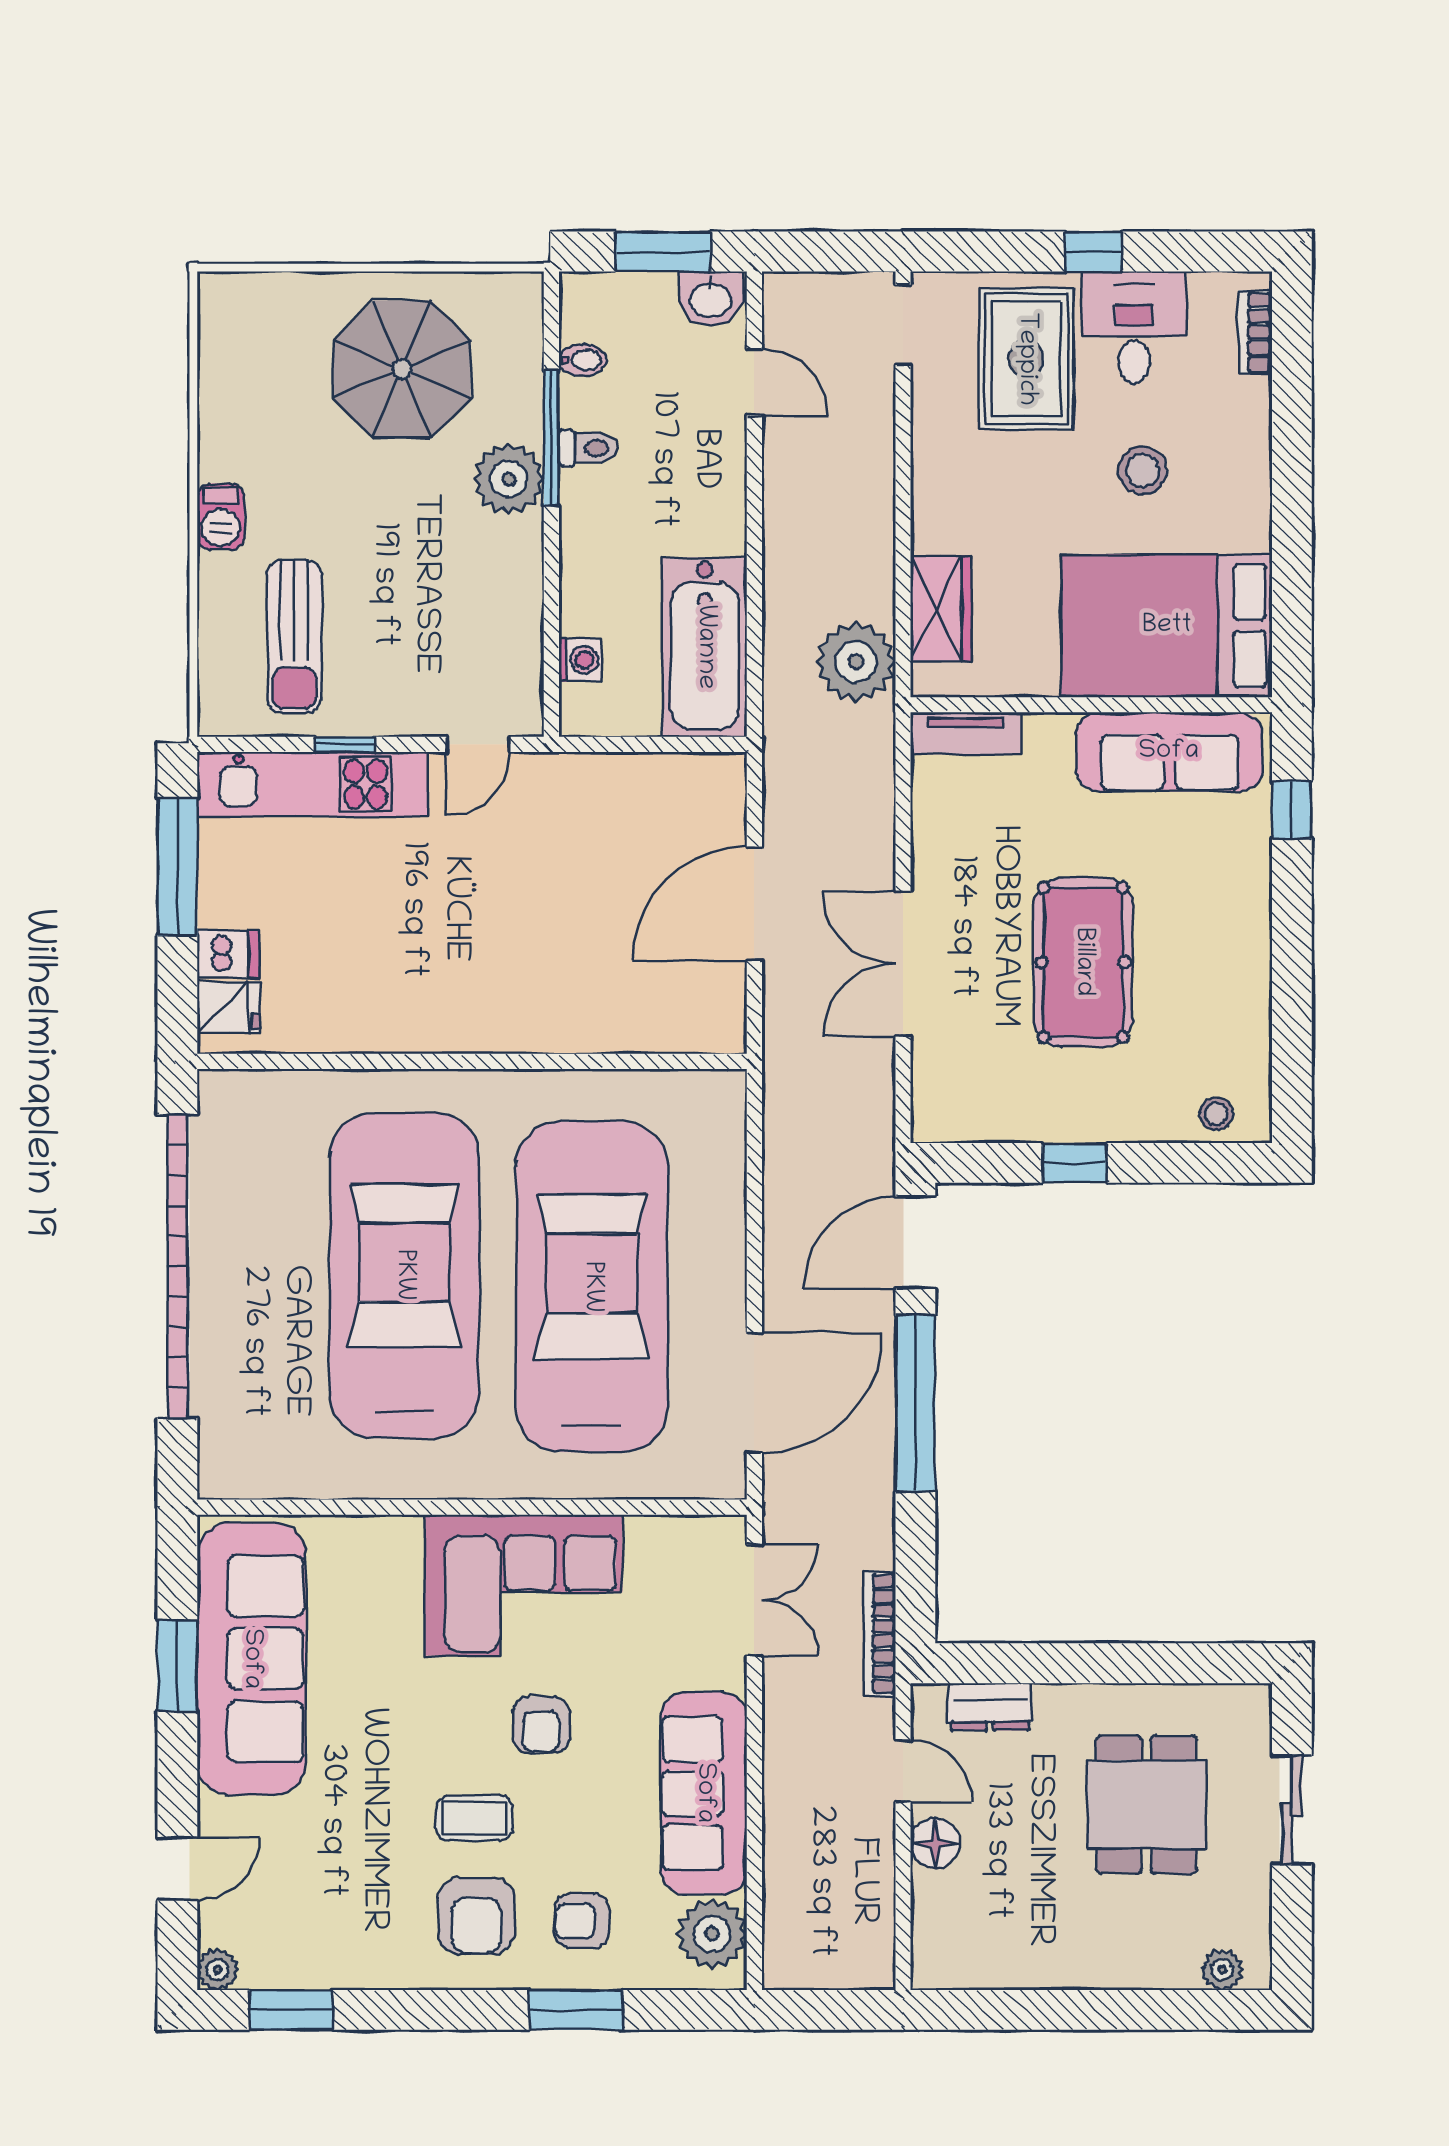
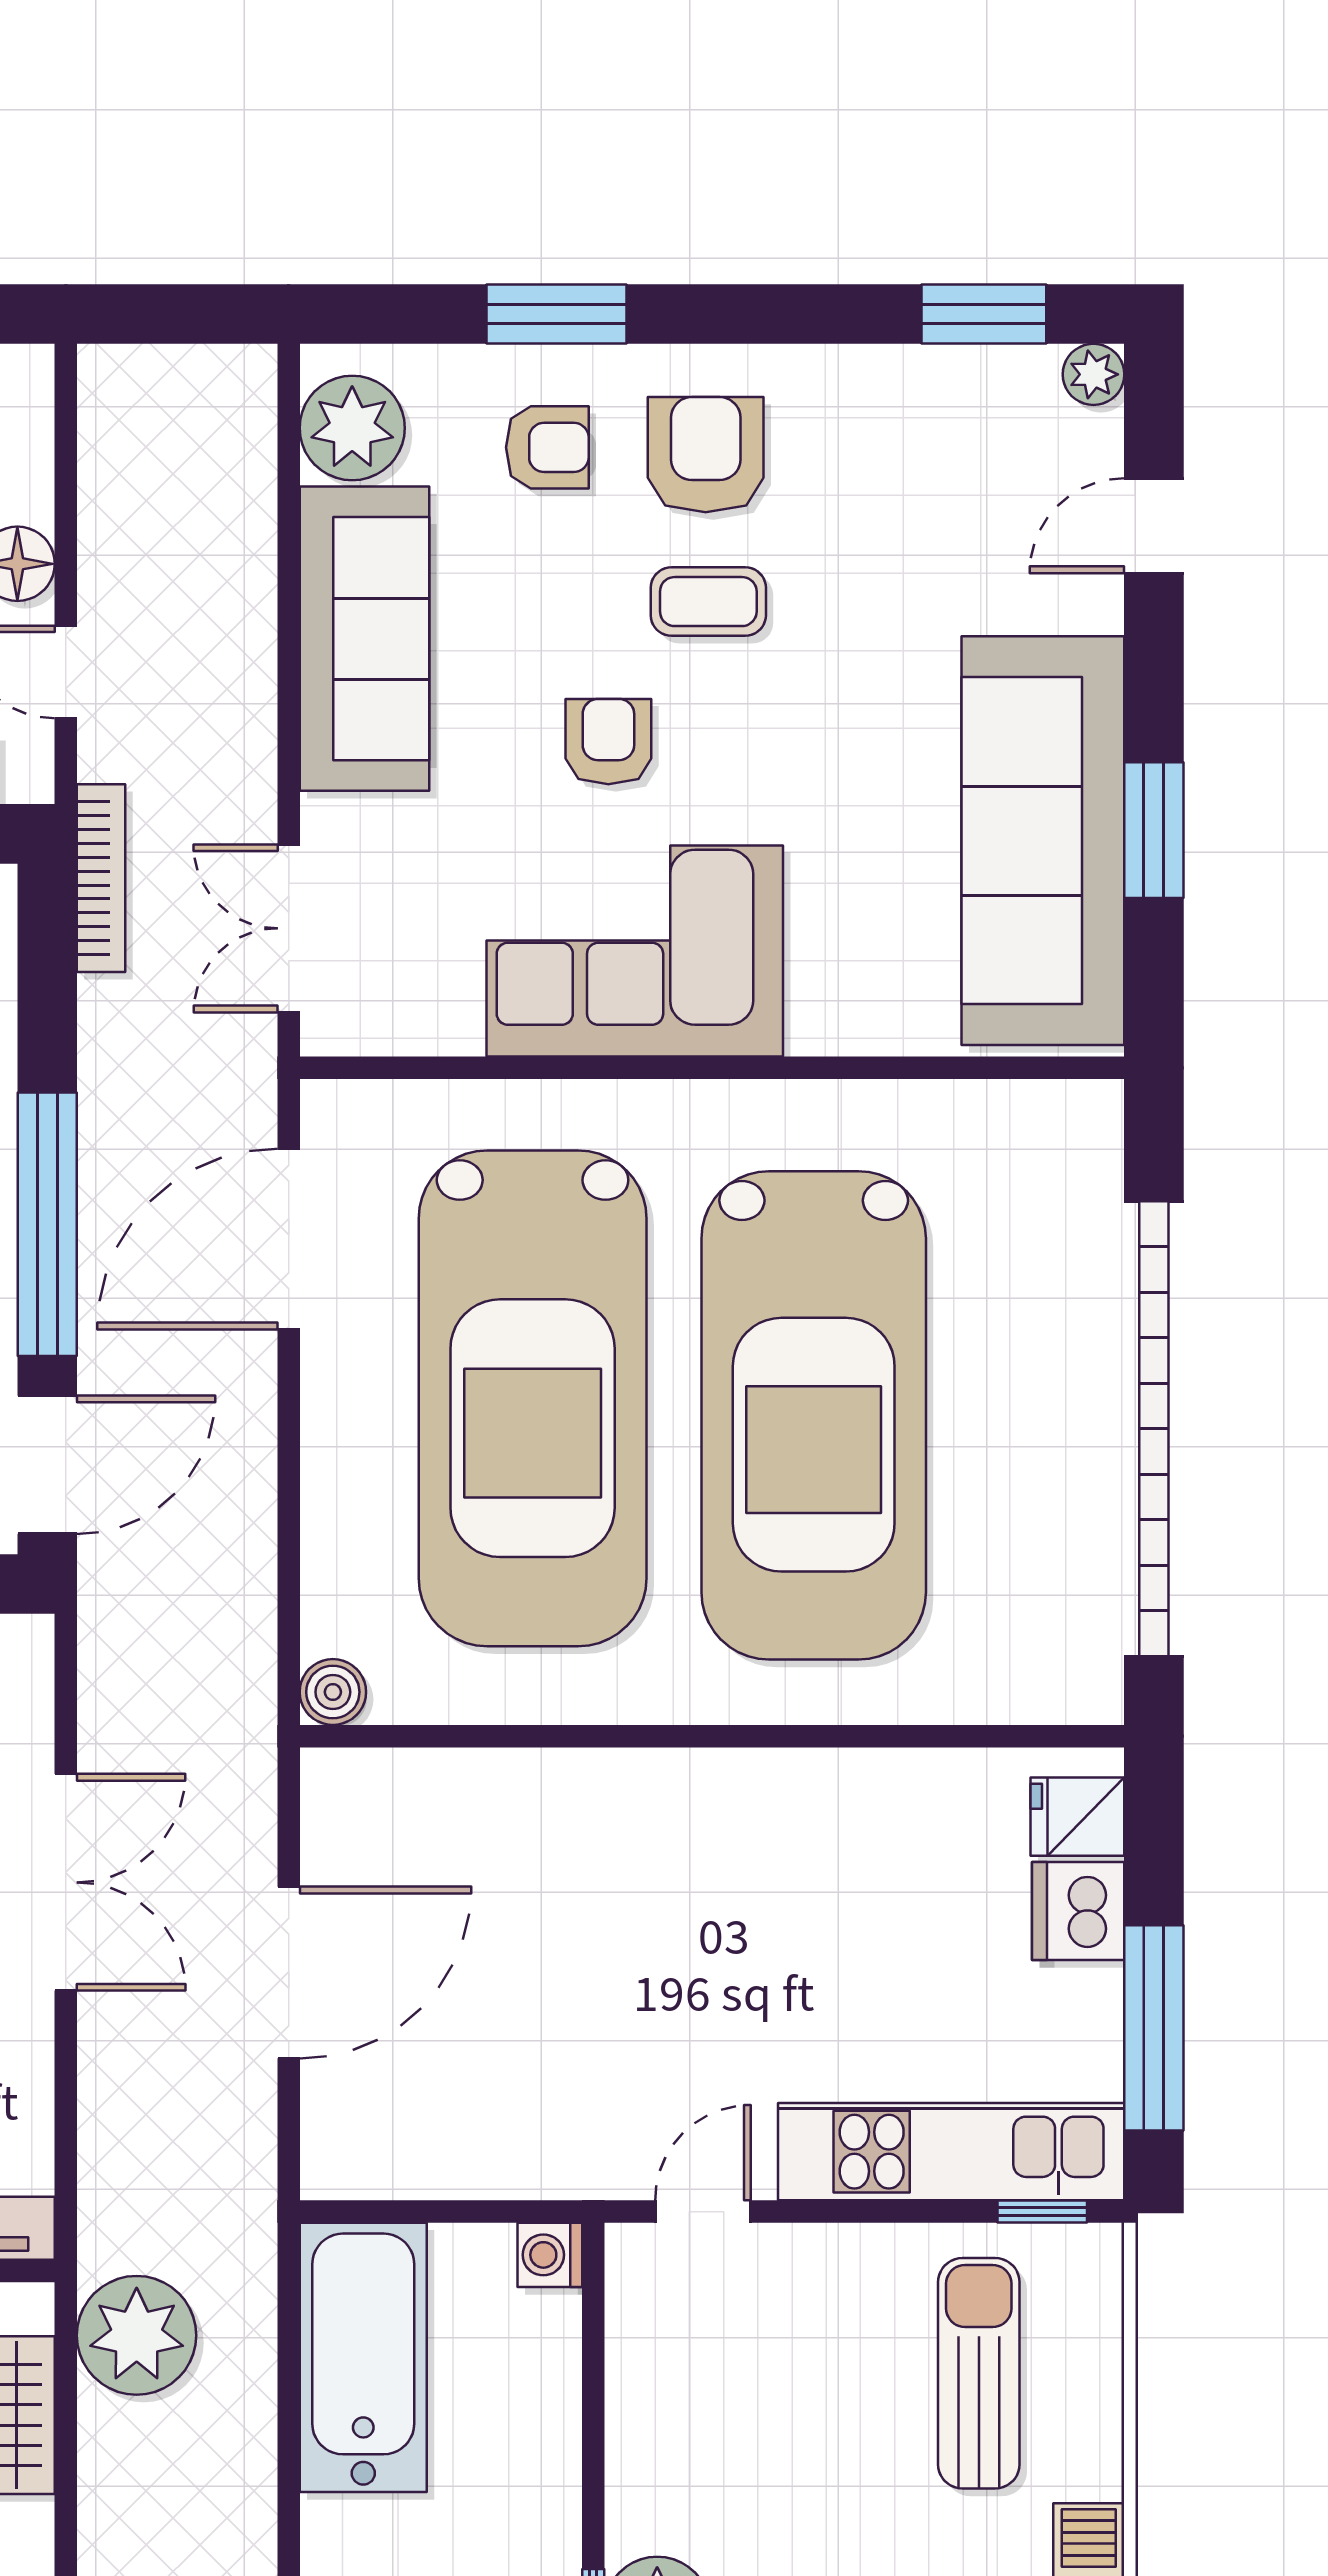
washing machine: (580, 660) -> (550, 2255), moved
window: (345, 744) -> (1042, 2212), moved
dishwasher: (228, 954) -> (1078, 1911), width x1.38
boiler: (725, 1091) -> (333, 1692), added

